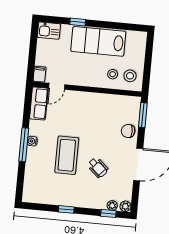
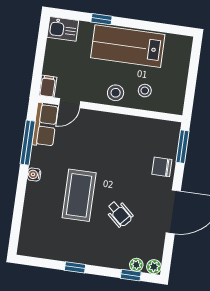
stool: (130, 76) -> (116, 93), moved
window: (24, 145) -> (28, 143), moved

